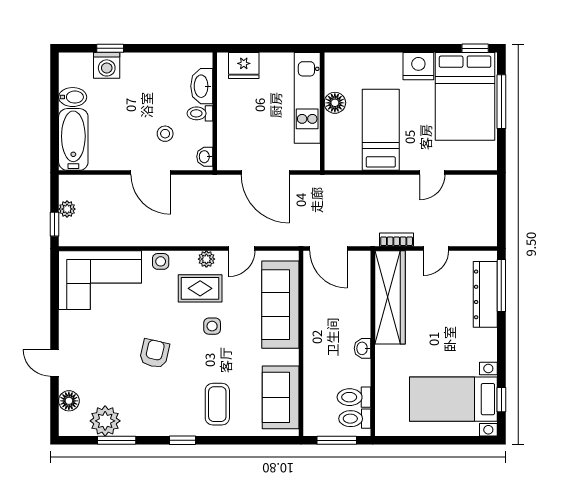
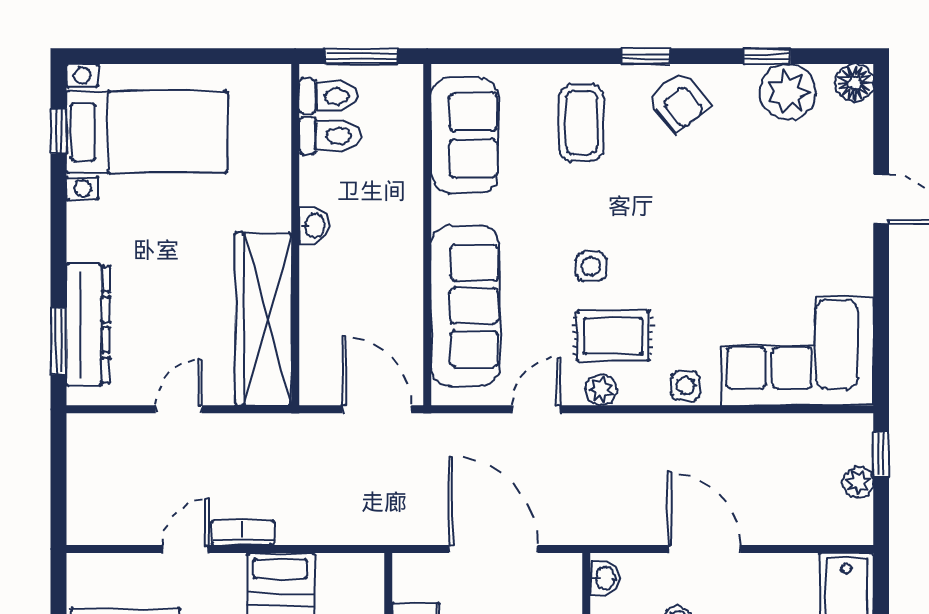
bookcase: (397, 240) -> (243, 533), moved, turned 180
window: (501, 285) -> (58, 341), width x0.69
armchair: (154, 354) -> (679, 102), moved, turned -52
floor lamp: (69, 401) -> (855, 83), moved
window: (117, 440) -> (767, 56), width x0.67

